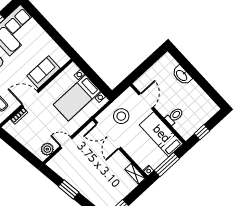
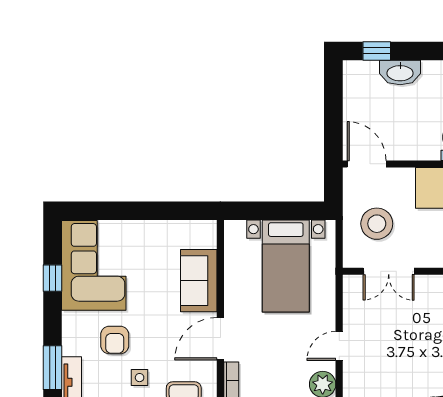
window: (182, 60) -> (377, 51), added
door: (146, 101) -> (367, 164), moved
double door: (108, 136) -> (389, 271), width x0.73

